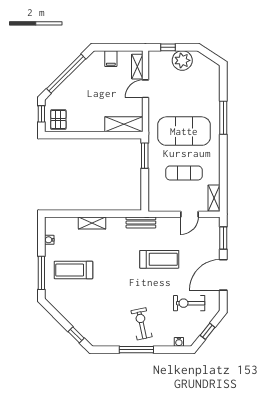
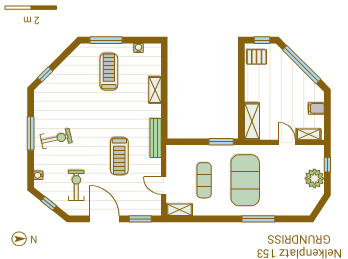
bench: (141, 222) -> (156, 138), width x1.36

